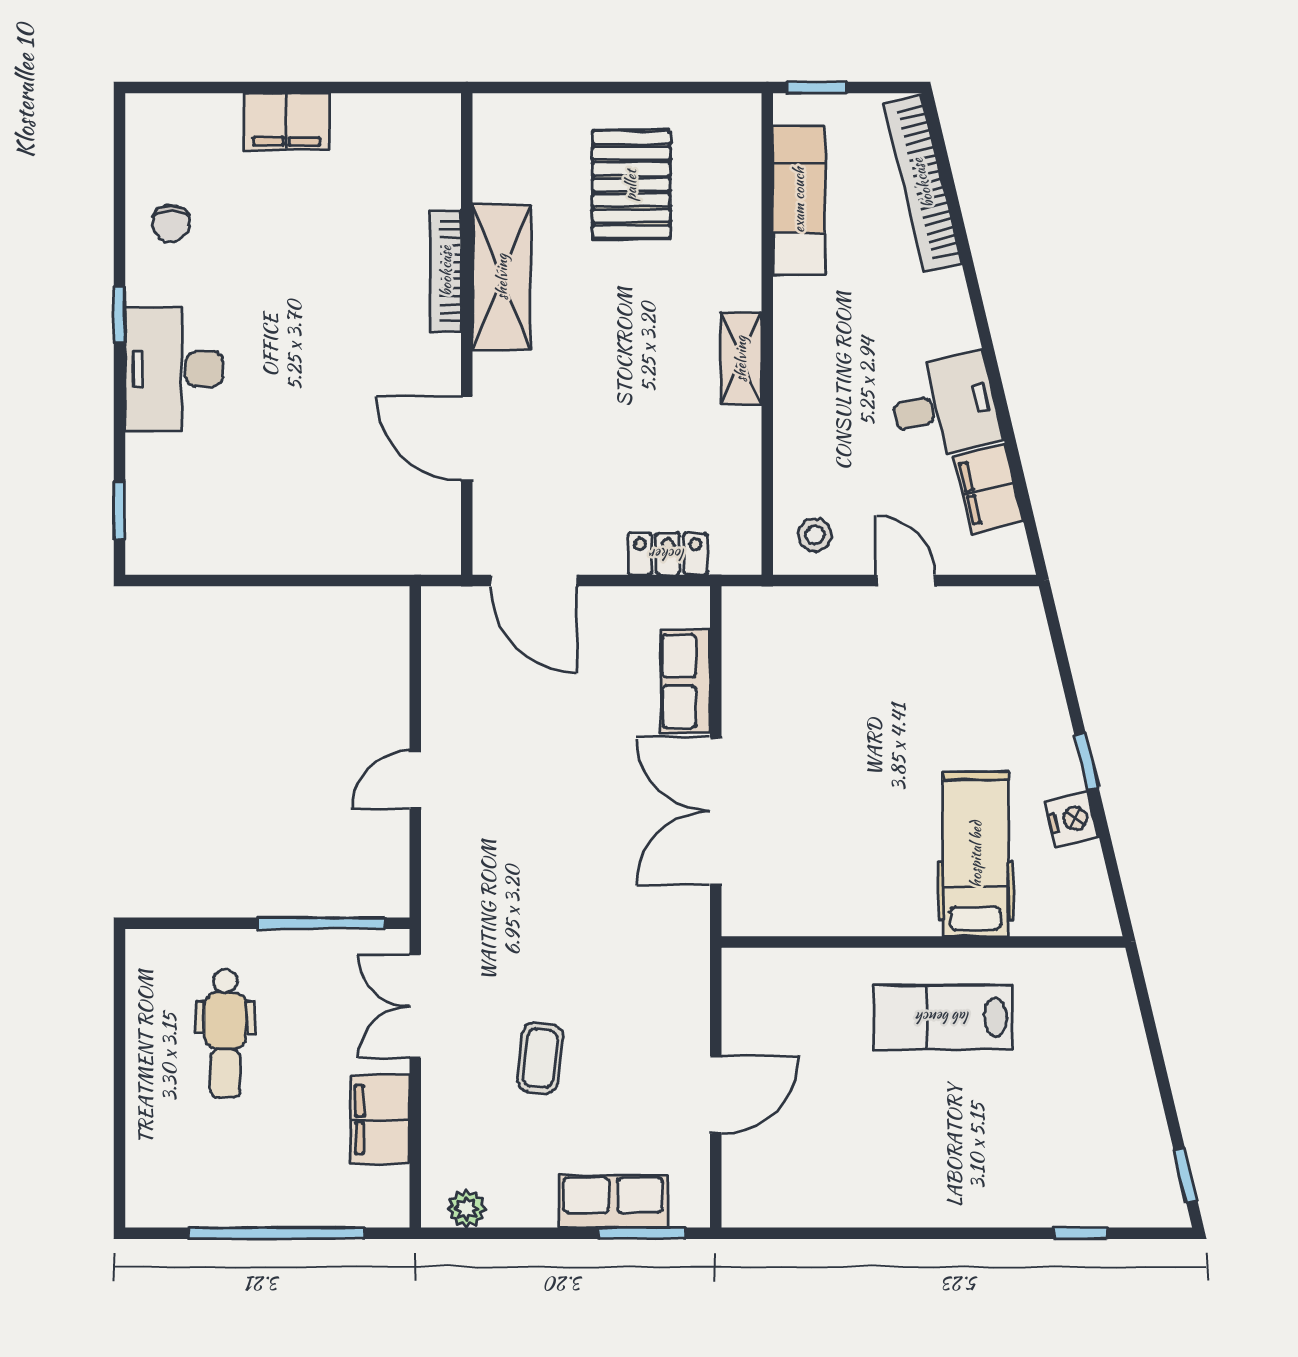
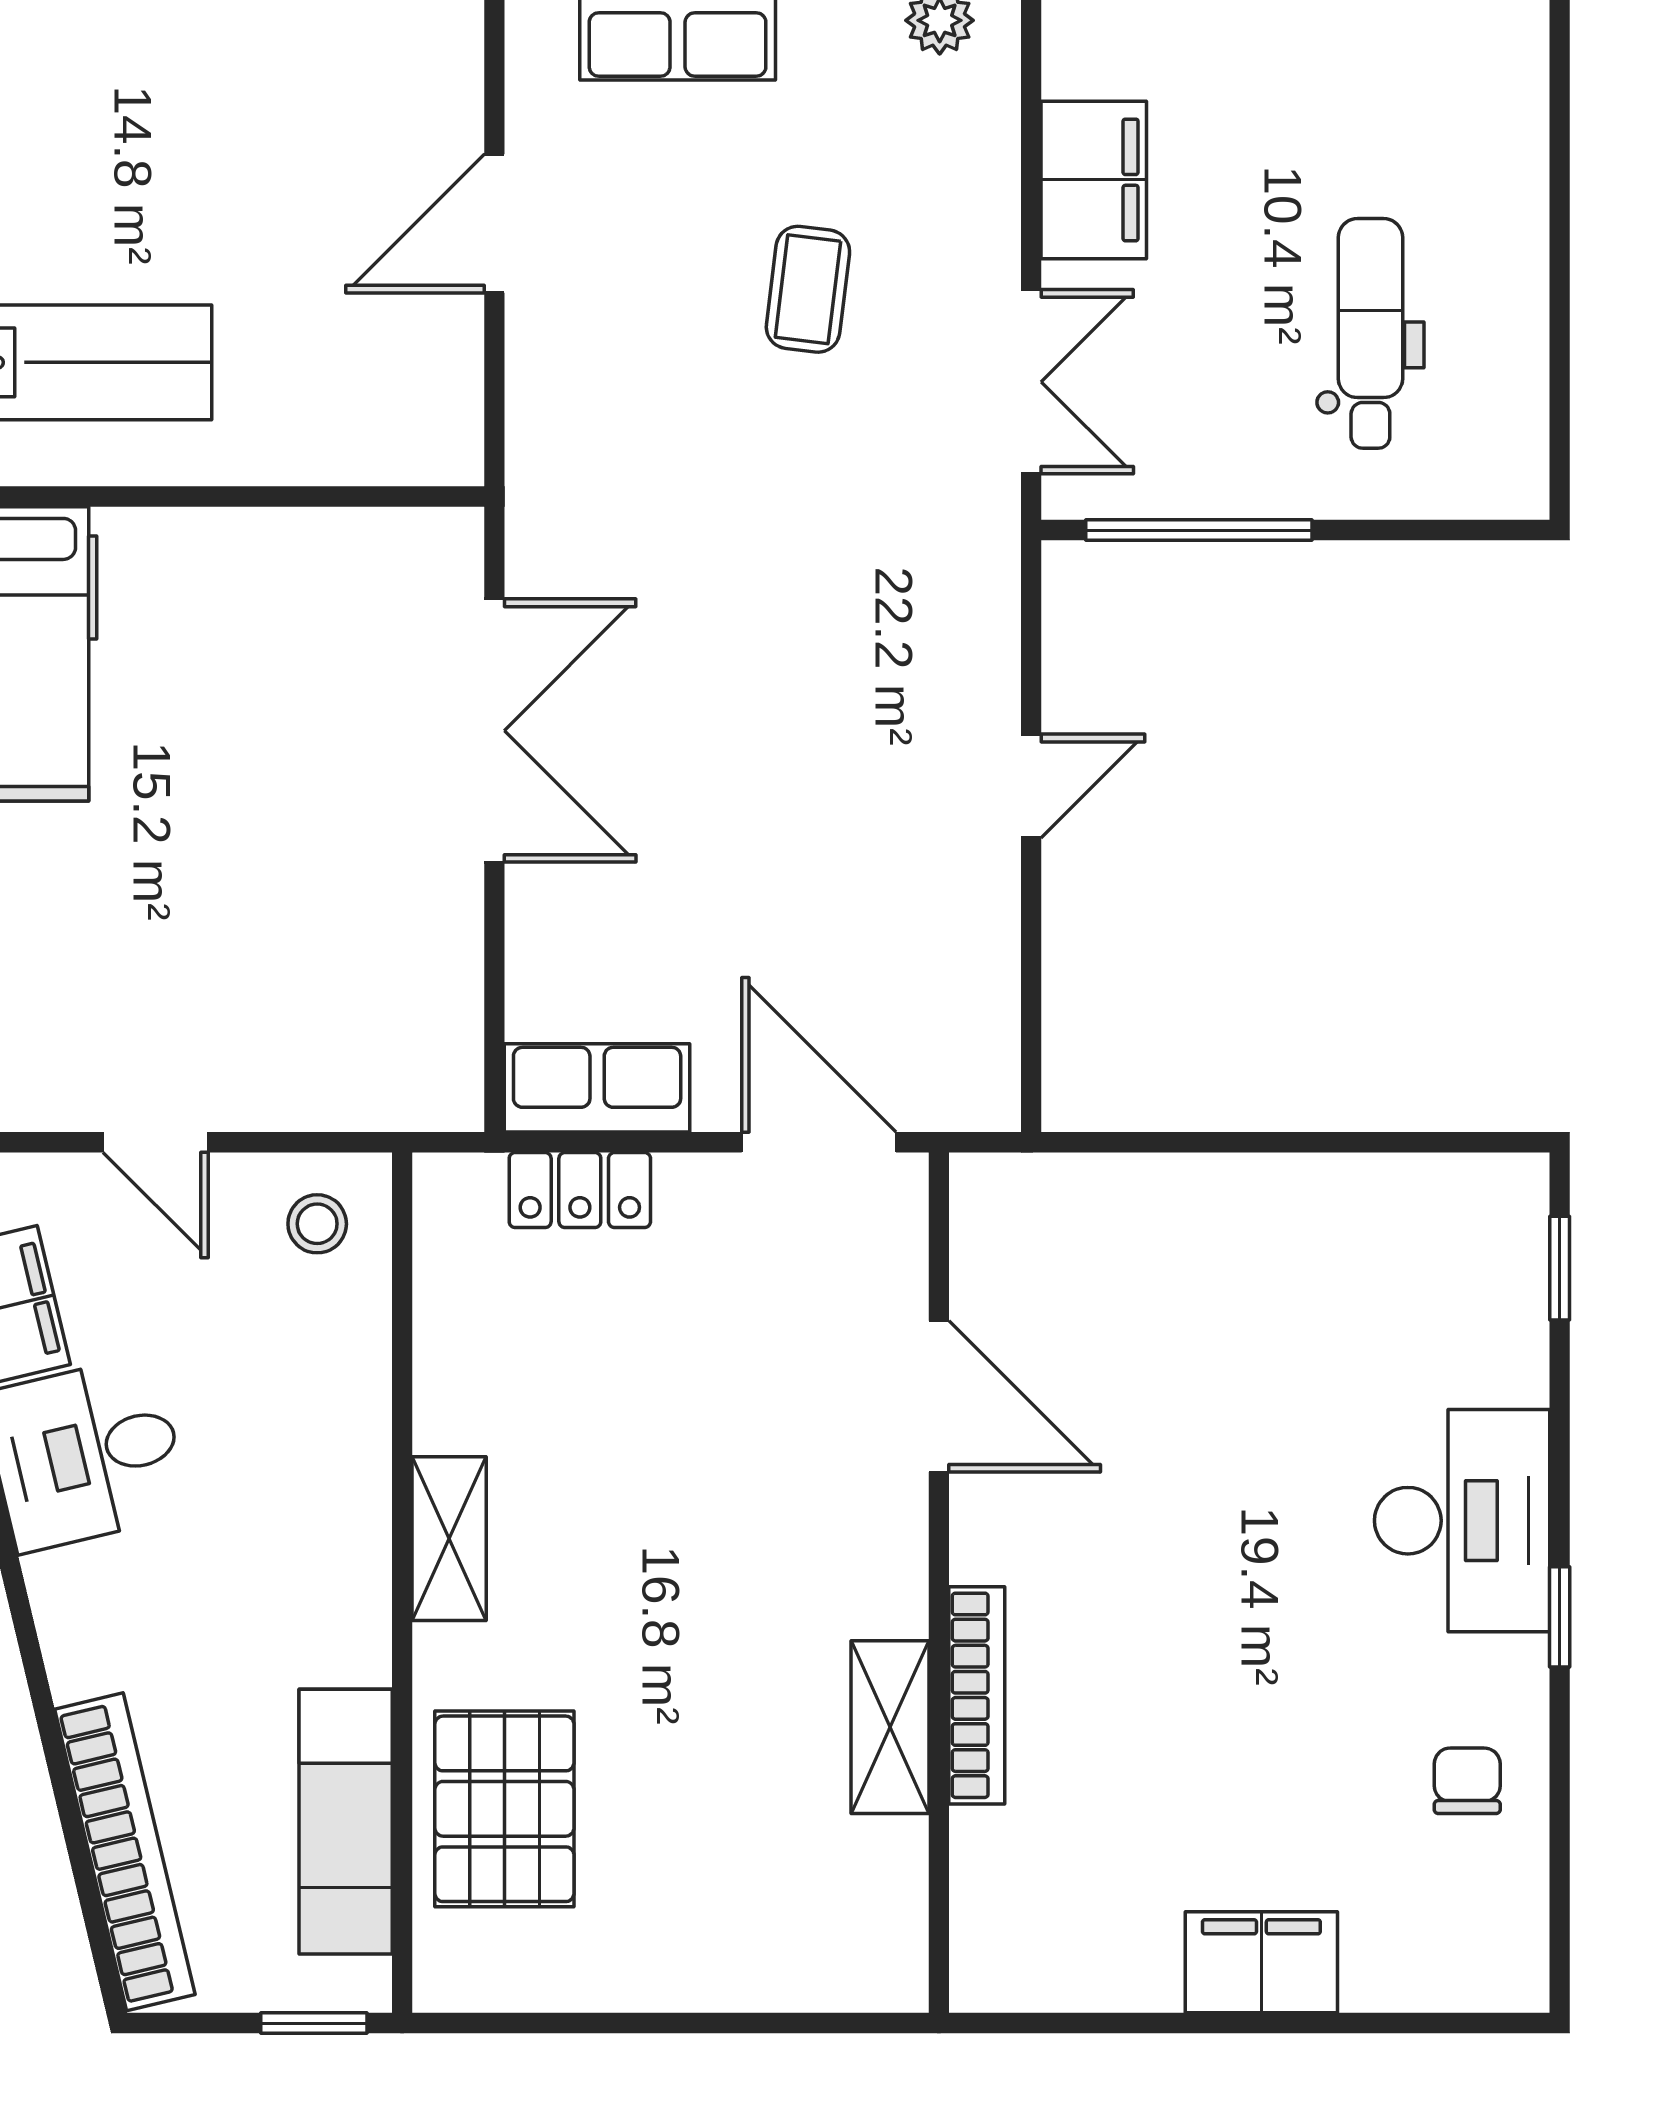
pallet: (631, 185) -> (504, 1809), moved
shelving: (502, 277) -> (890, 1727), width x0.67, depth x0.75
row of seats: (685, 681) -> (597, 1088), moved, turned -90

